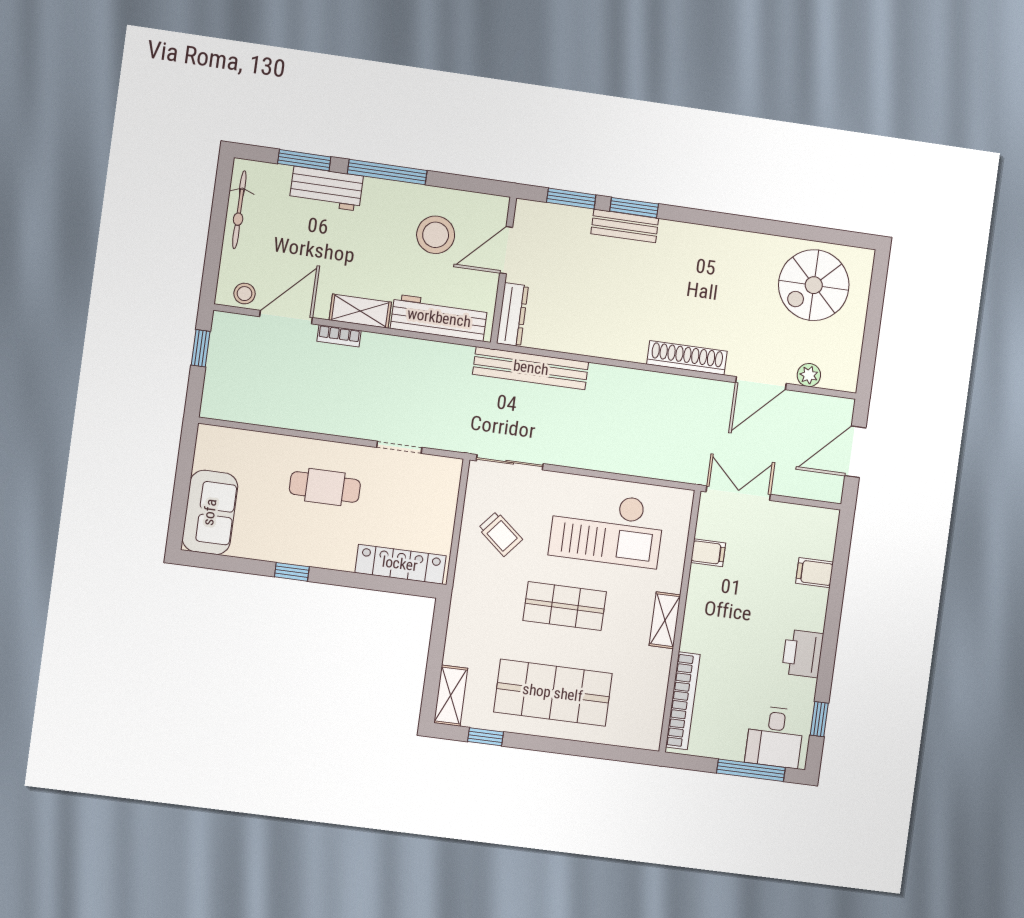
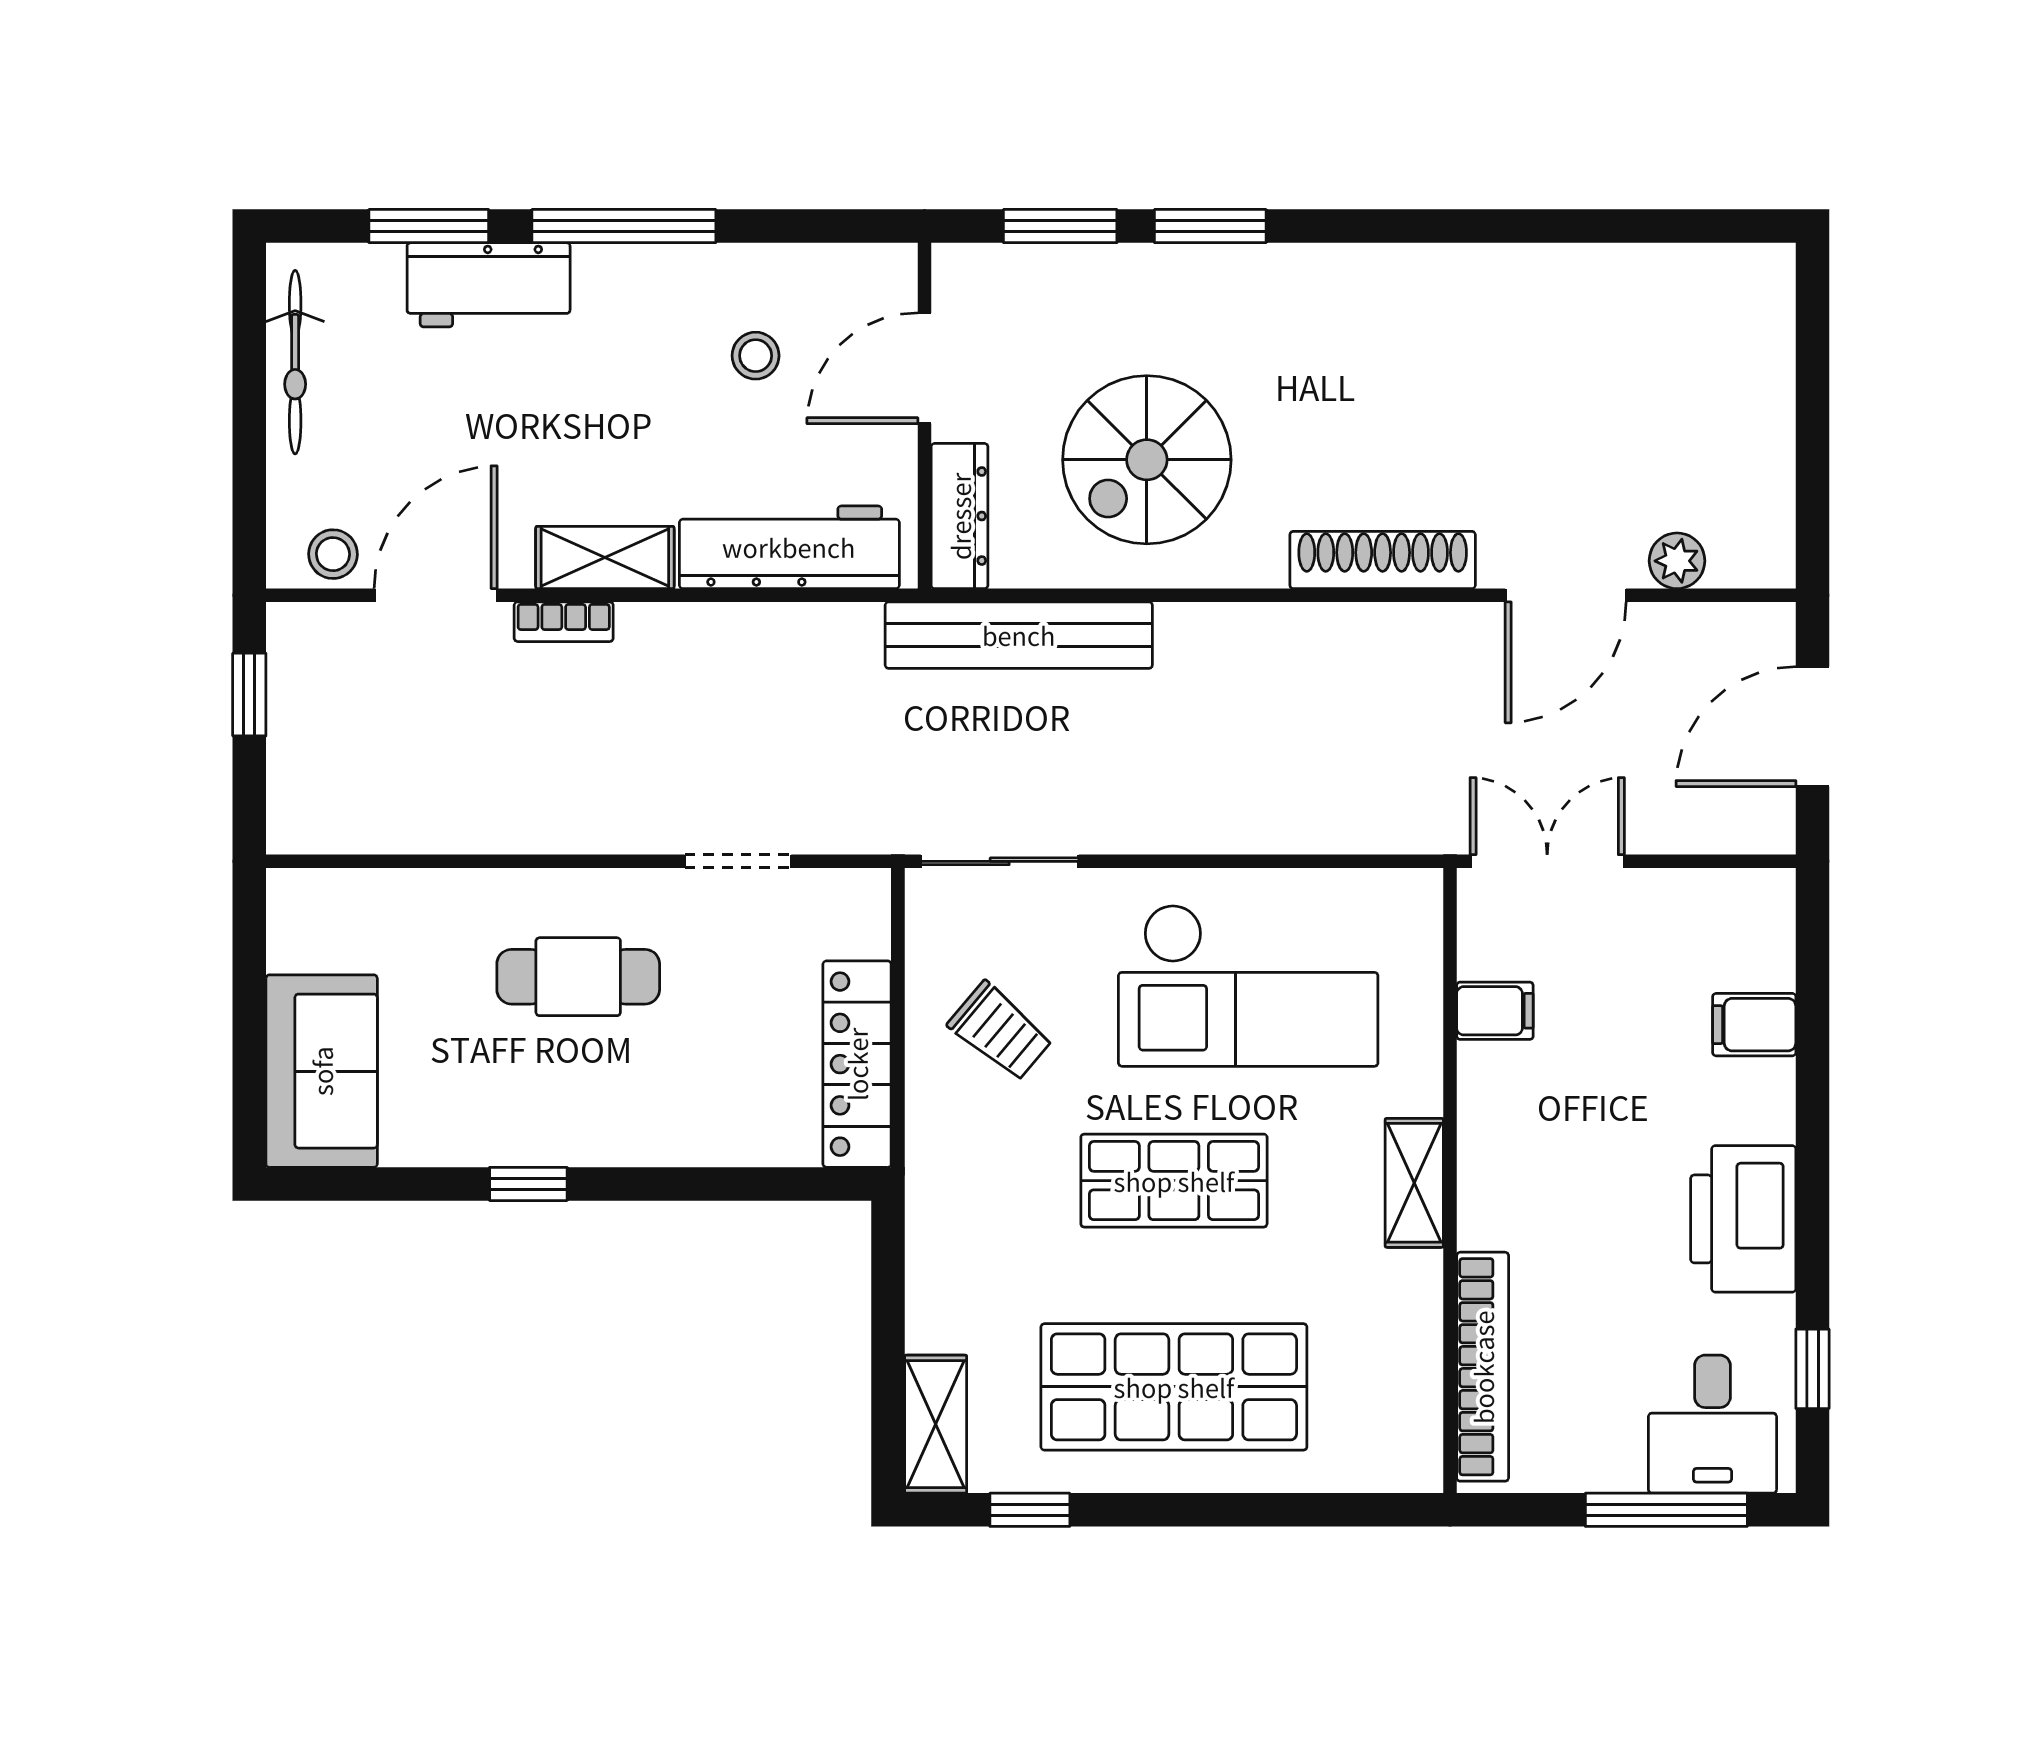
bench: (625, 226) -> (1194, 272), removed
stool: (436, 235) -> (756, 356), width x0.53, depth x0.53
spiral stairs: (814, 285) -> (1147, 460), moved
locker: (400, 564) -> (857, 1064), moved, turned -90
printer: (803, 653) -> (1743, 1219), width x1.37, depth x1.19

